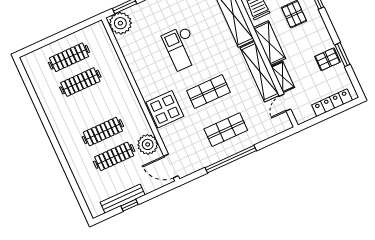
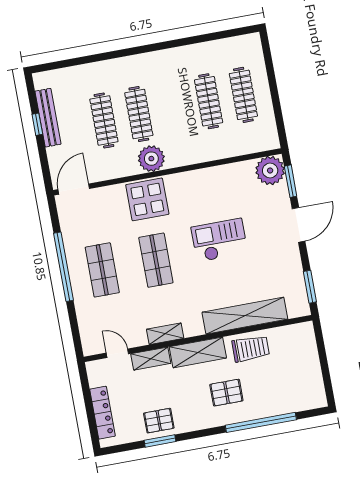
pallet: (327, 59) -> (159, 421), turned 90
shelving: (260, 72) -> (165, 334), width x0.45, depth x0.75
plant: (148, 144) -> (151, 159), moved

